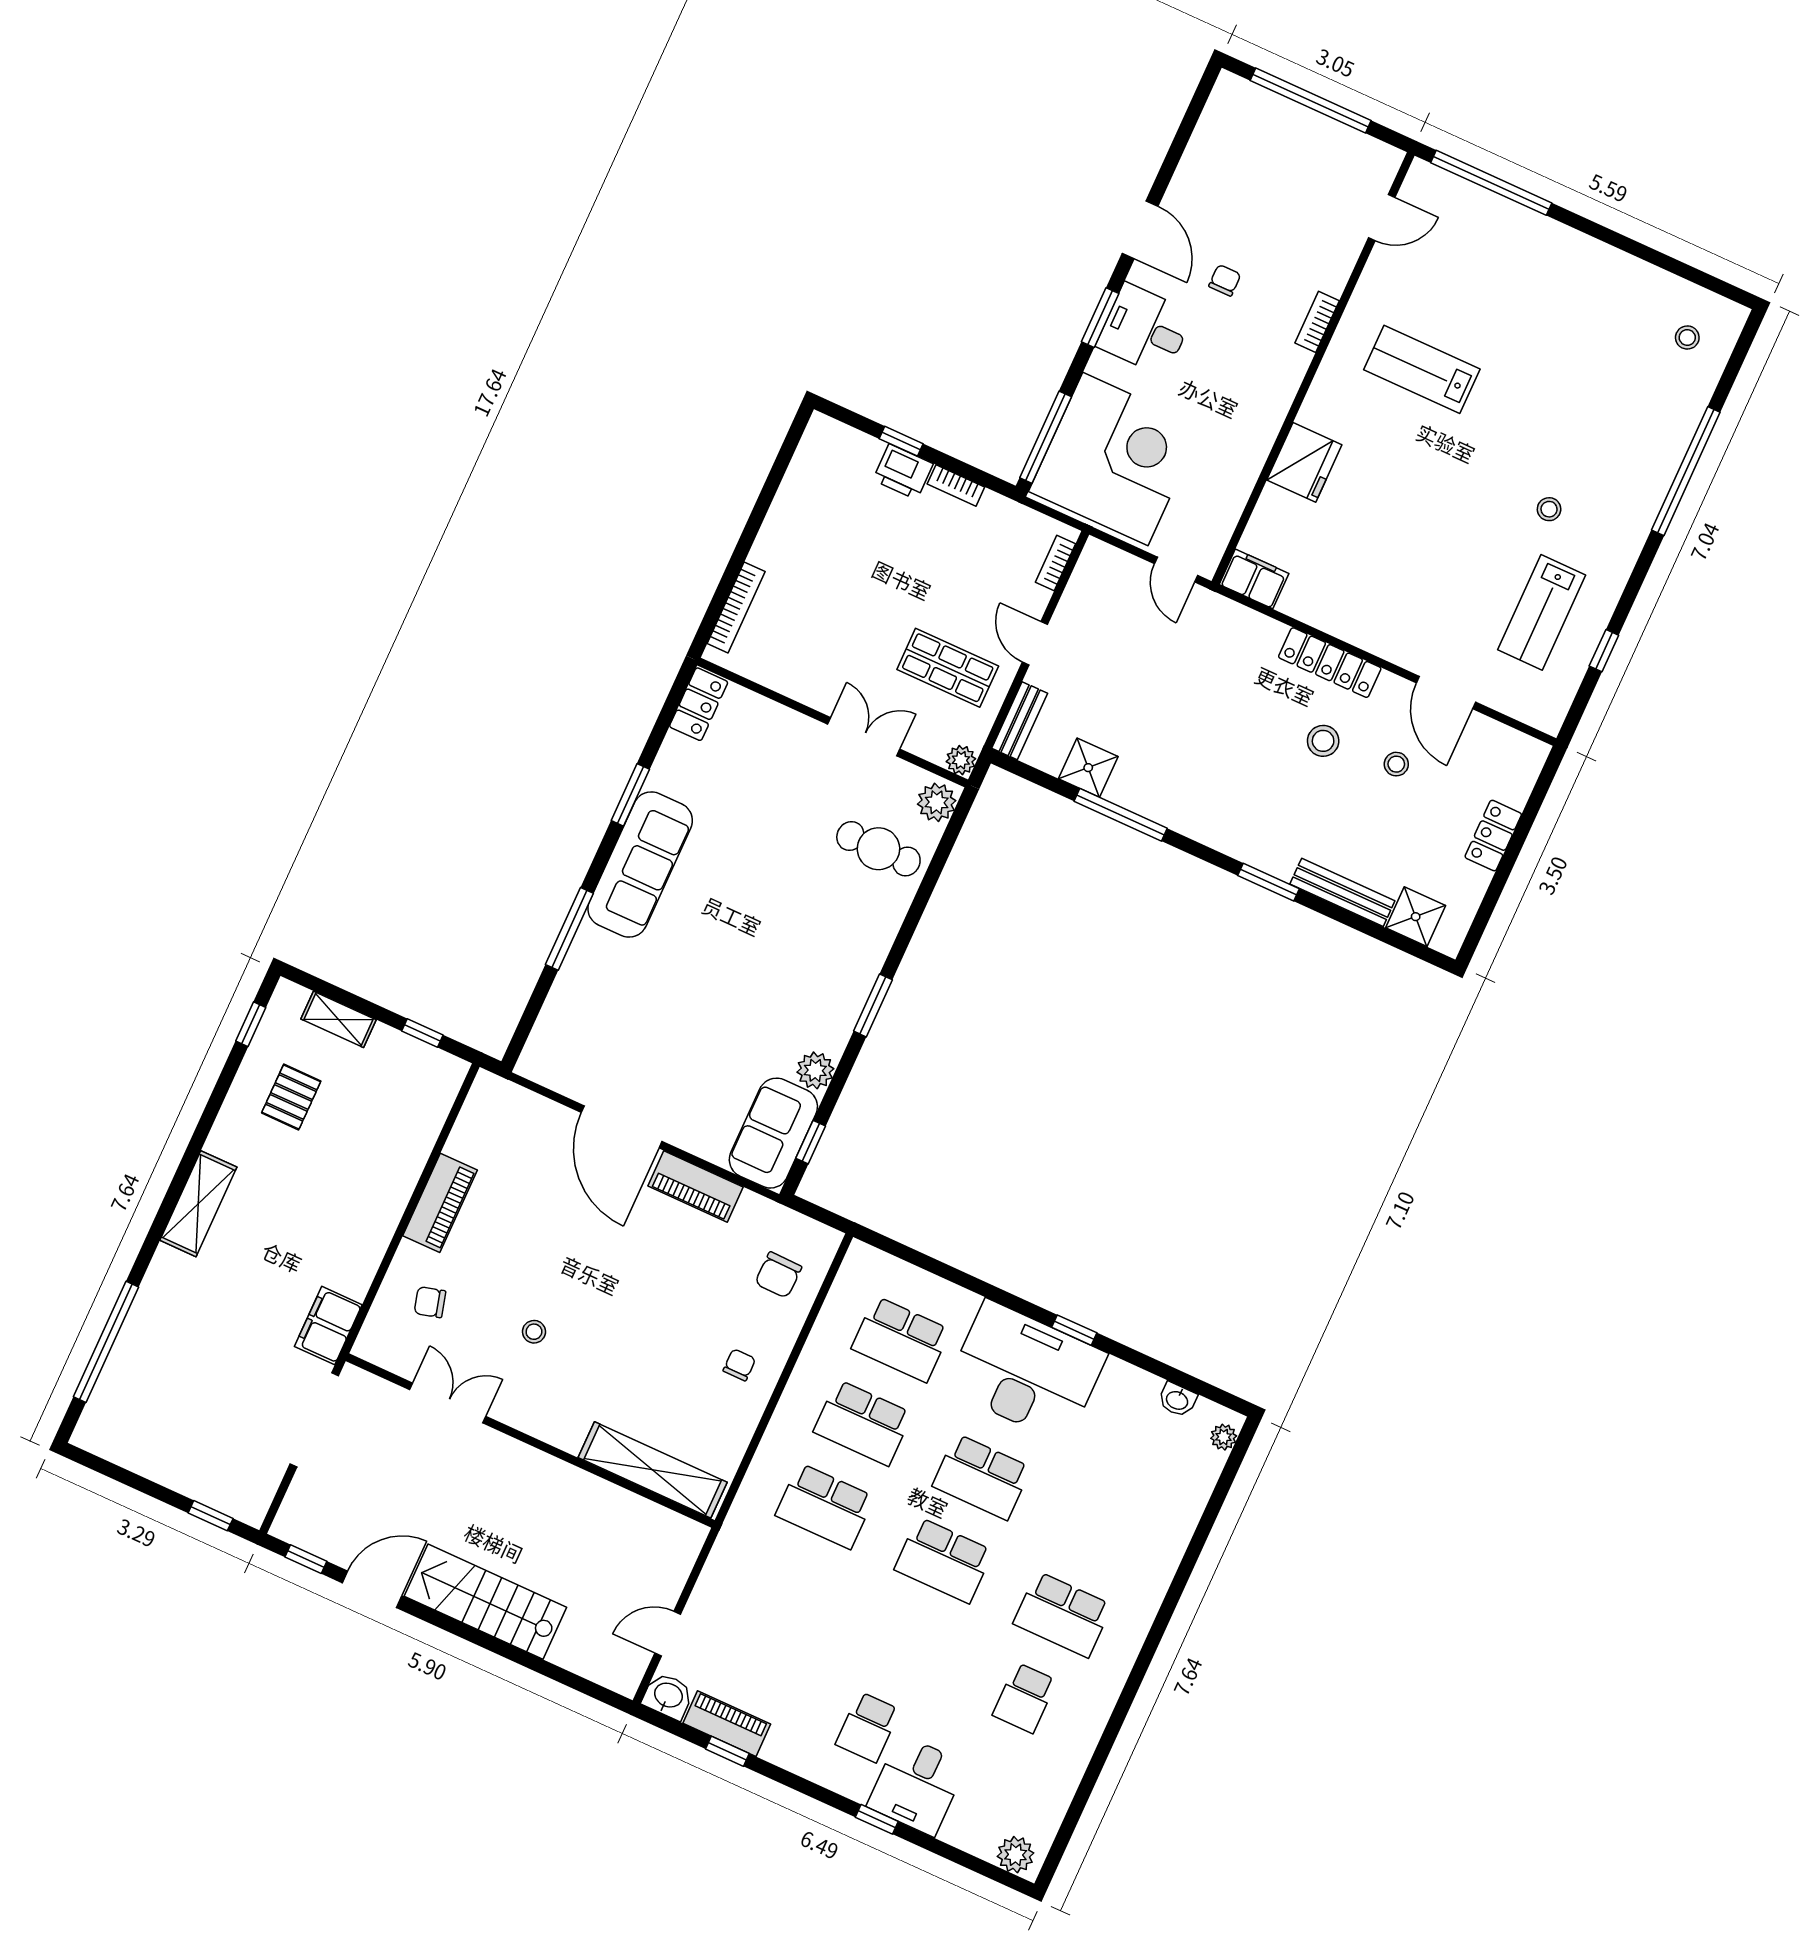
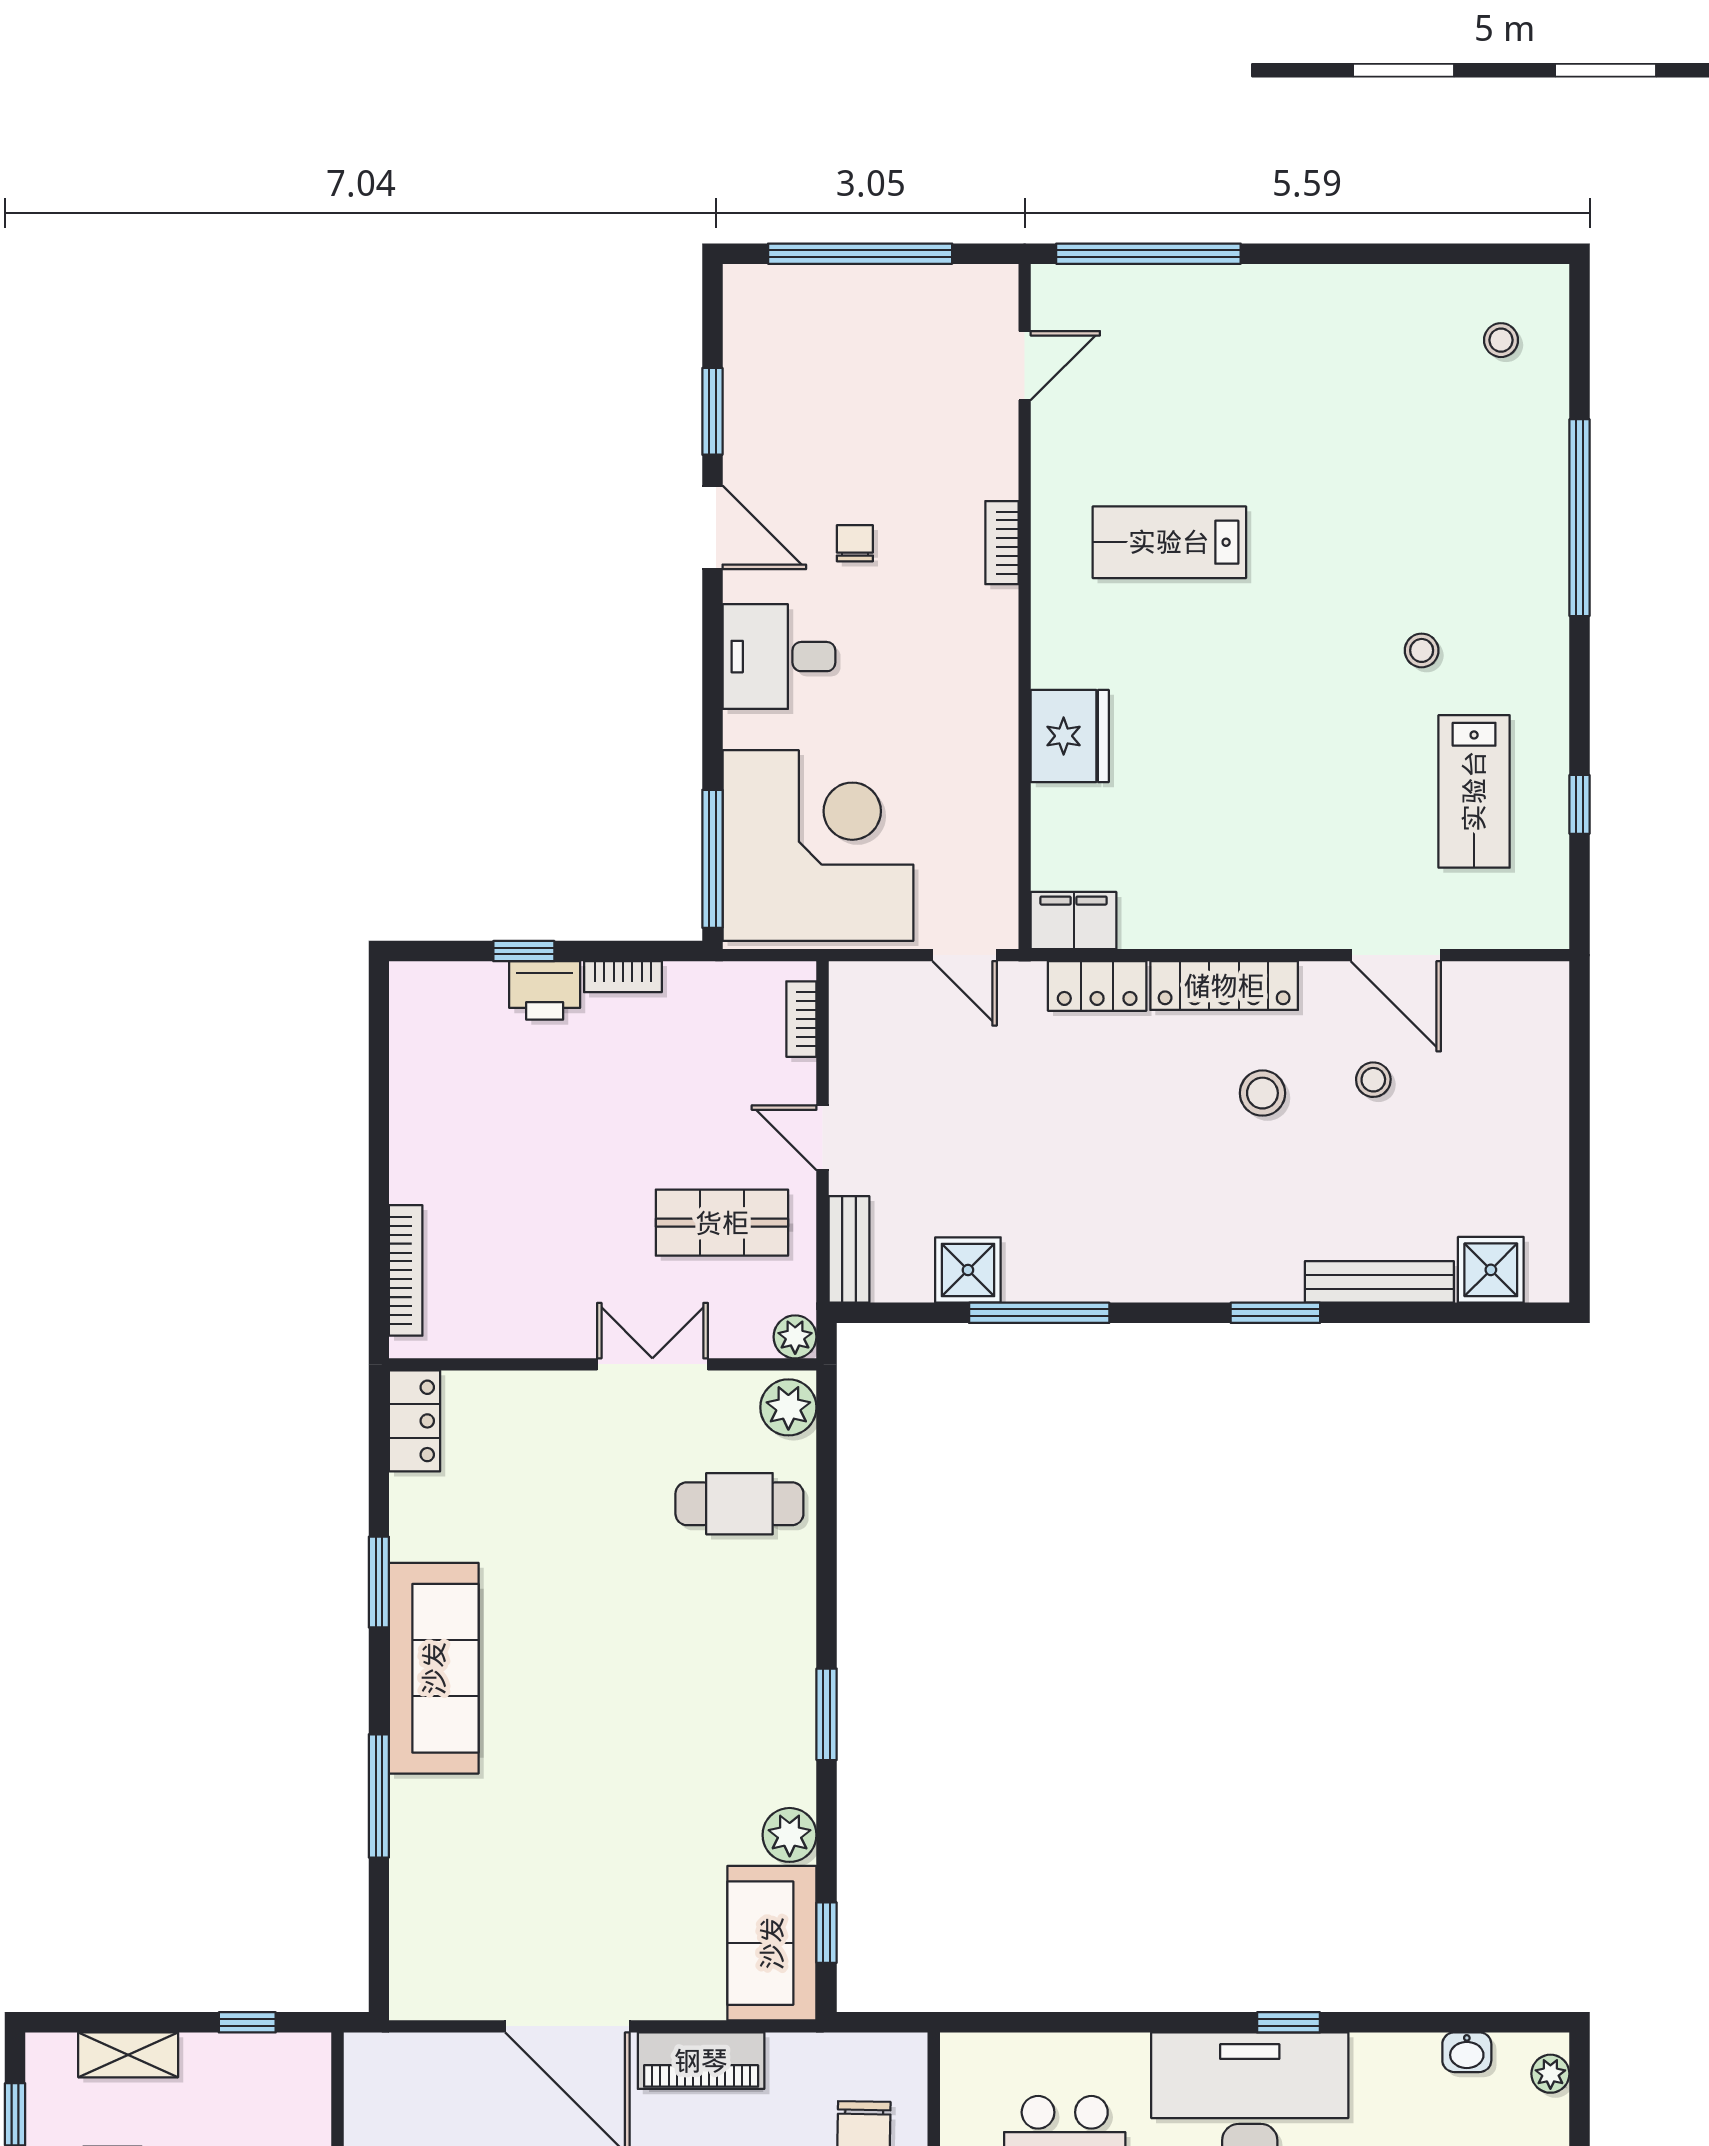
window: (1100, 318) -> (712, 411), moved
locker: (1493, 836) -> (1097, 986), moved, turned -90

